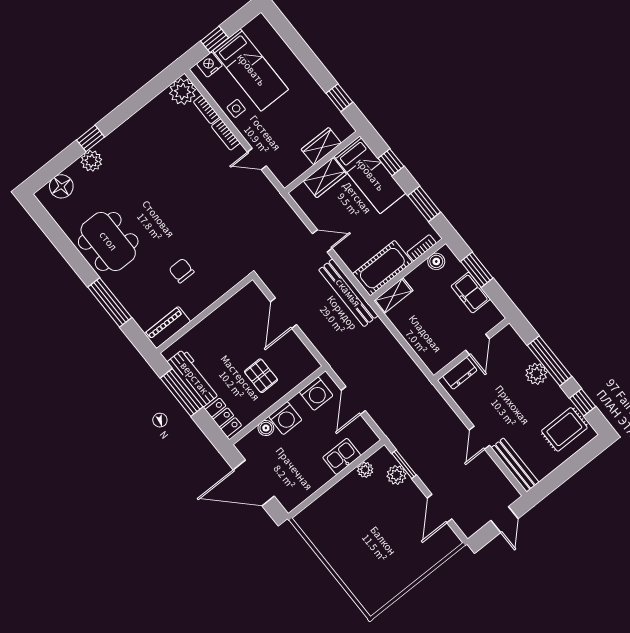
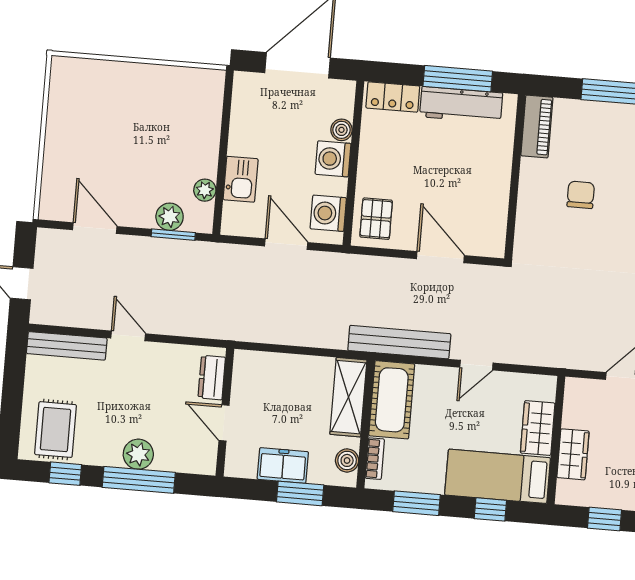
chair: (181, 271) -> (581, 195), turned -90
shelving: (393, 296) -> (348, 397), width x1.50, depth x1.33
pallet: (261, 376) -> (376, 219), moved, turned 90

